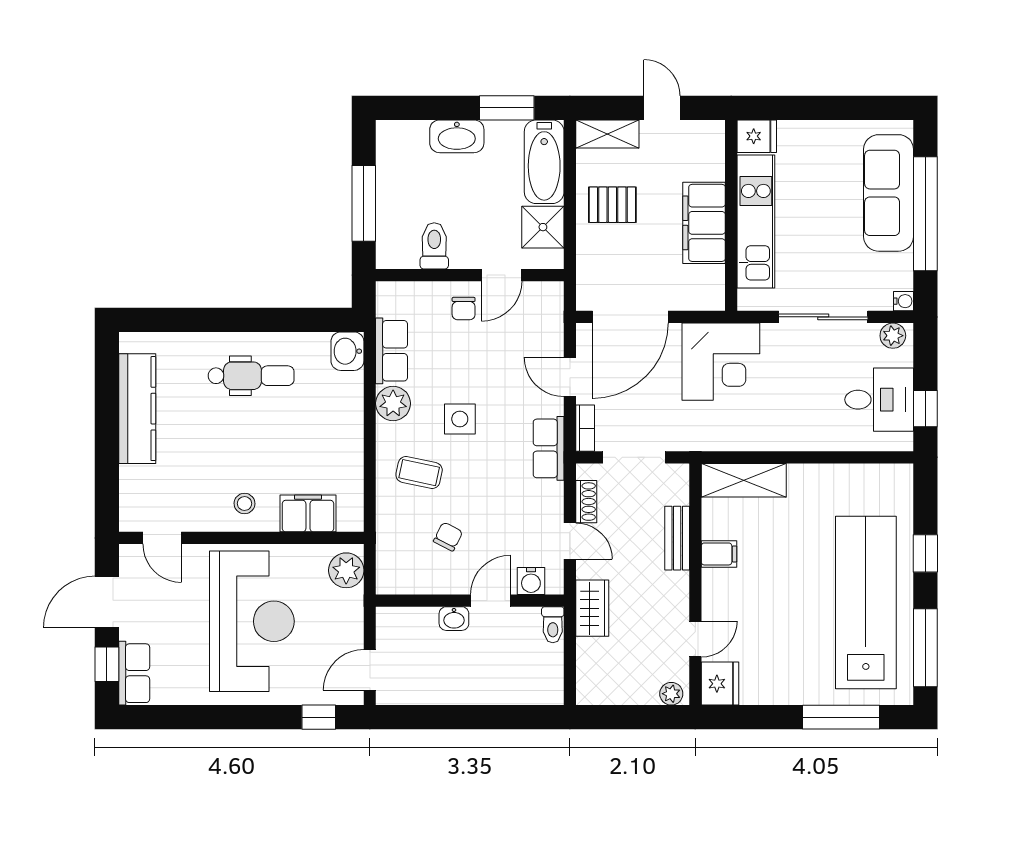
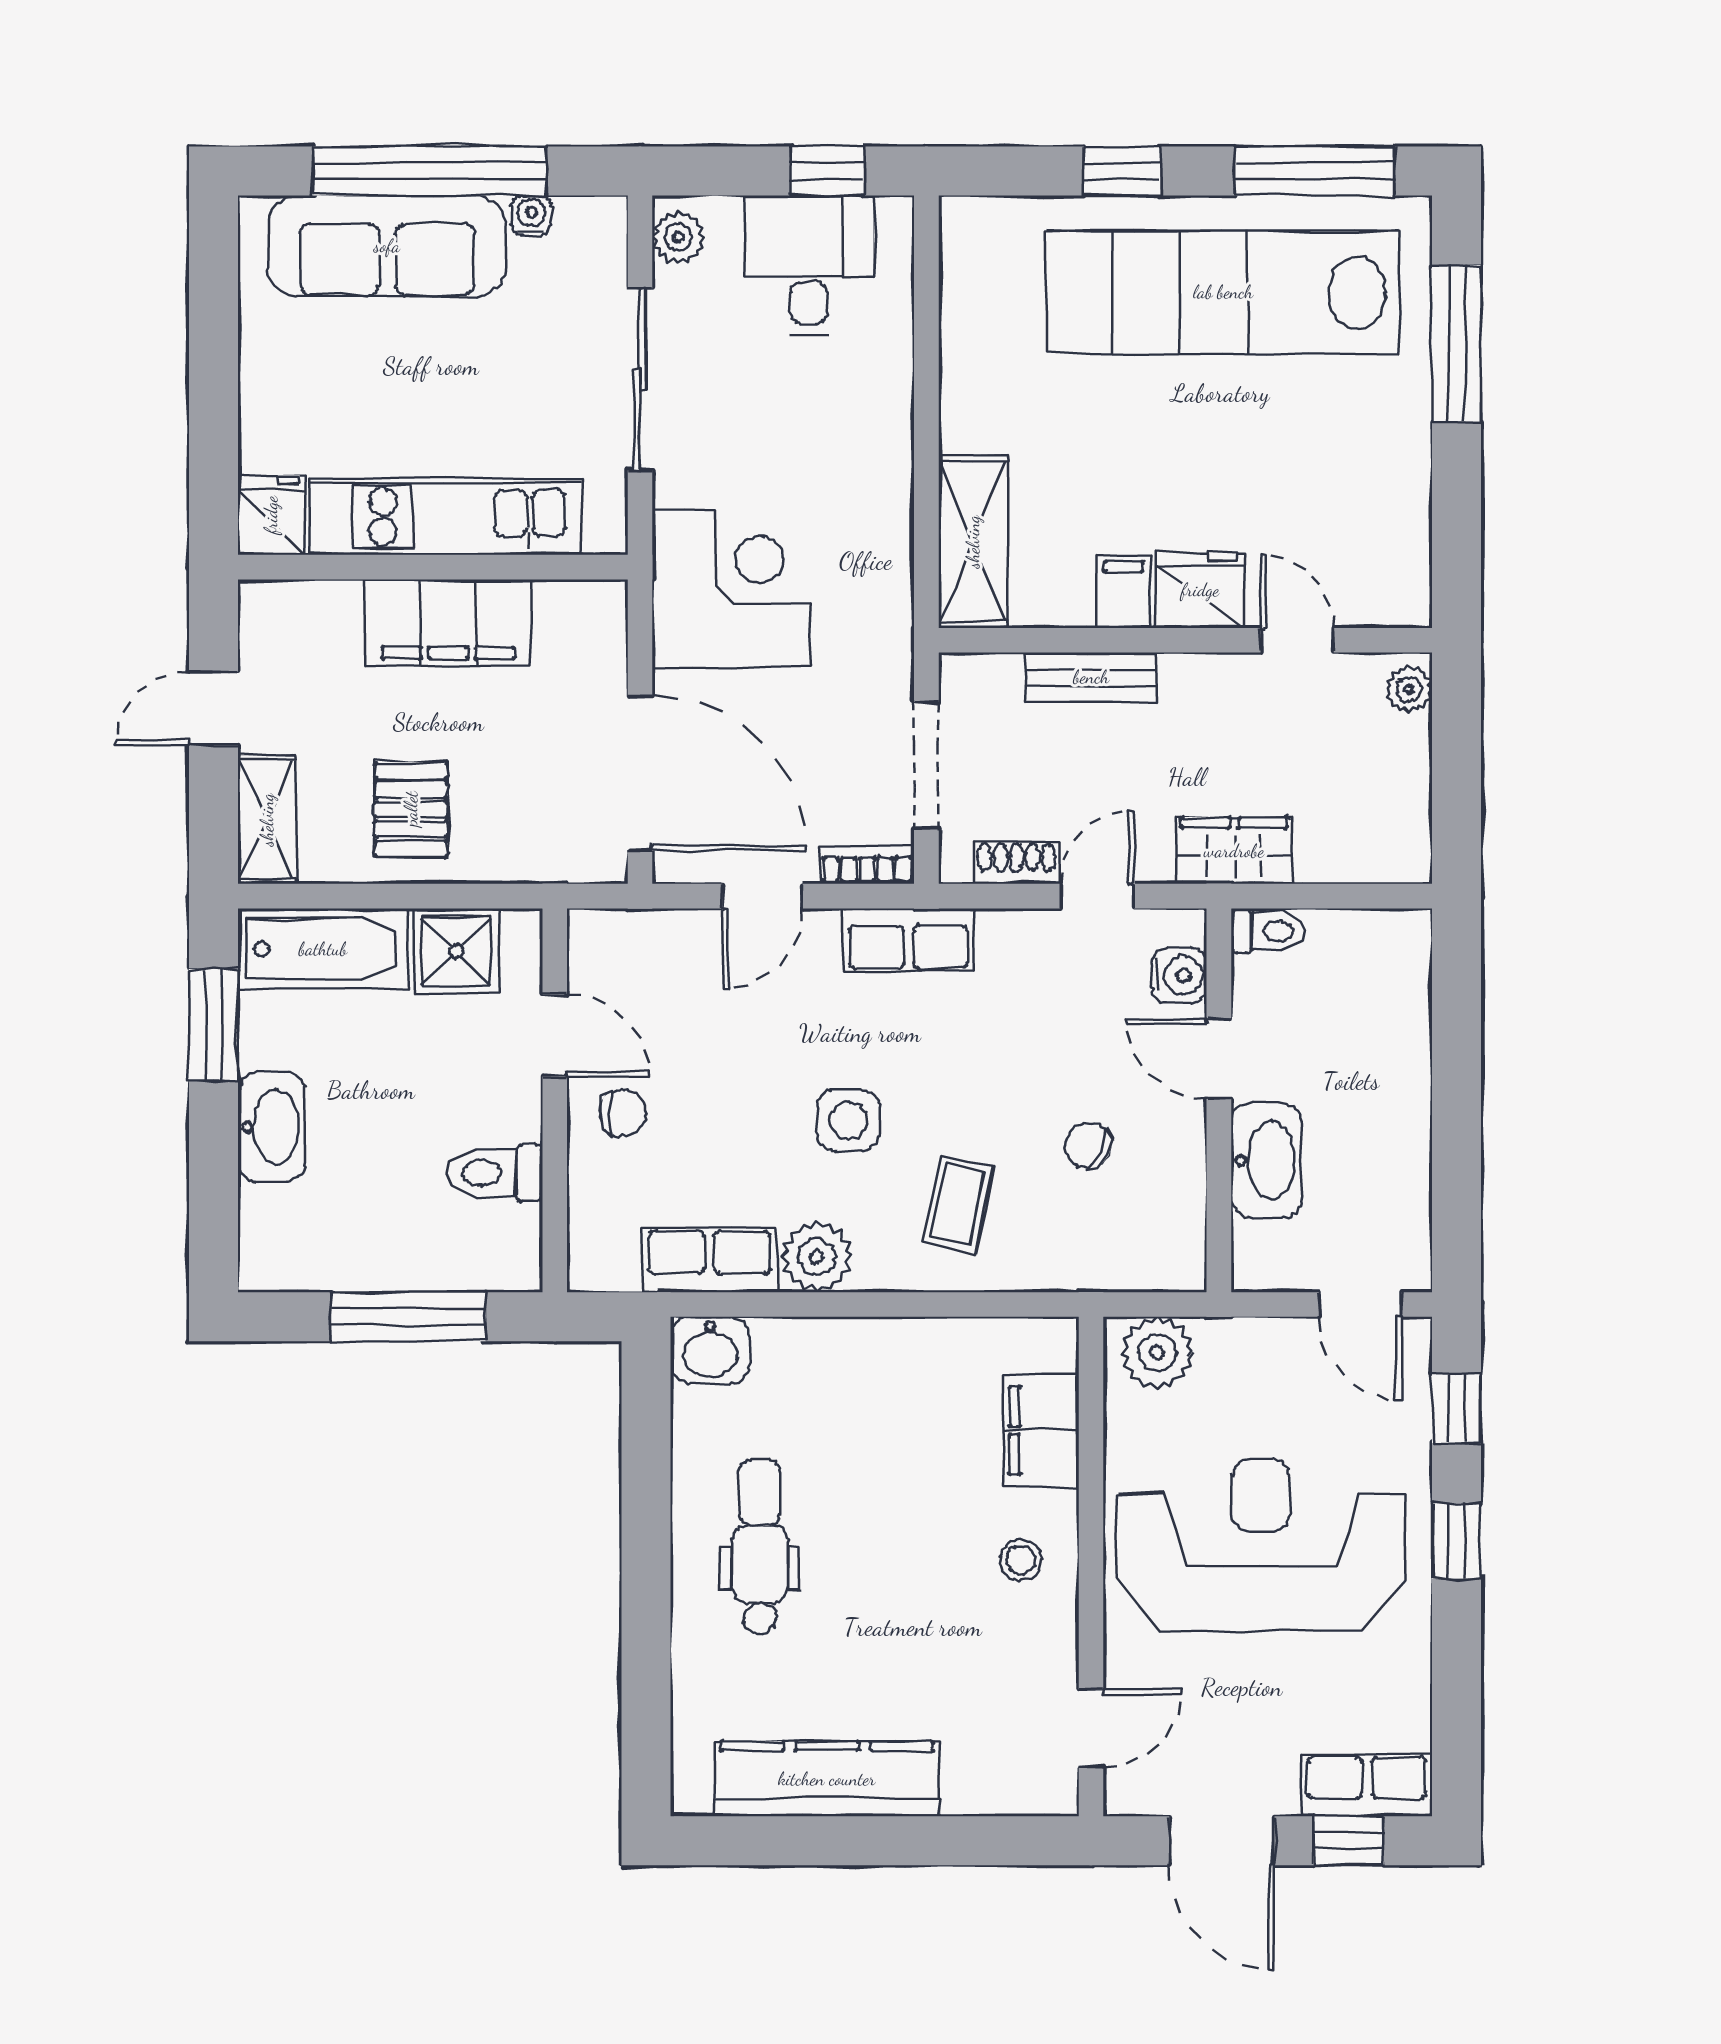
water cooler: (904, 301) -> (531, 215), moved
washbasin: (454, 619) -> (1266, 1160), width x1.91, depth x1.45
fridge: (720, 684) -> (1200, 590), moved
window: (254, 717) -> (1457, 1541), added

